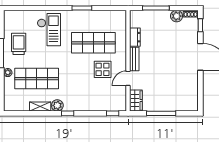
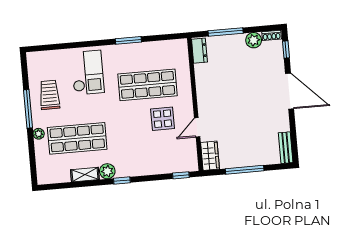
dresser: (135, 37) -> (199, 51), moved
bench: (134, 59) -> (286, 148), moved

